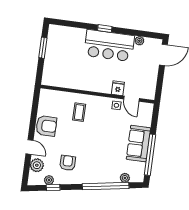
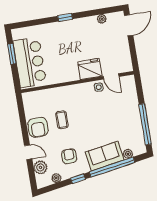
bar counter: (109, 46) -> (30, 62), moved, turned -90
fridge: (118, 88) -> (90, 69), width x1.88, depth x1.34
coffee table: (79, 112) -> (62, 120), moved
armchair: (46, 126) -> (38, 127), turned 90
sofa: (138, 144) -> (105, 156), moved, turned 81
window: (53, 188) -> (78, 179), moved

